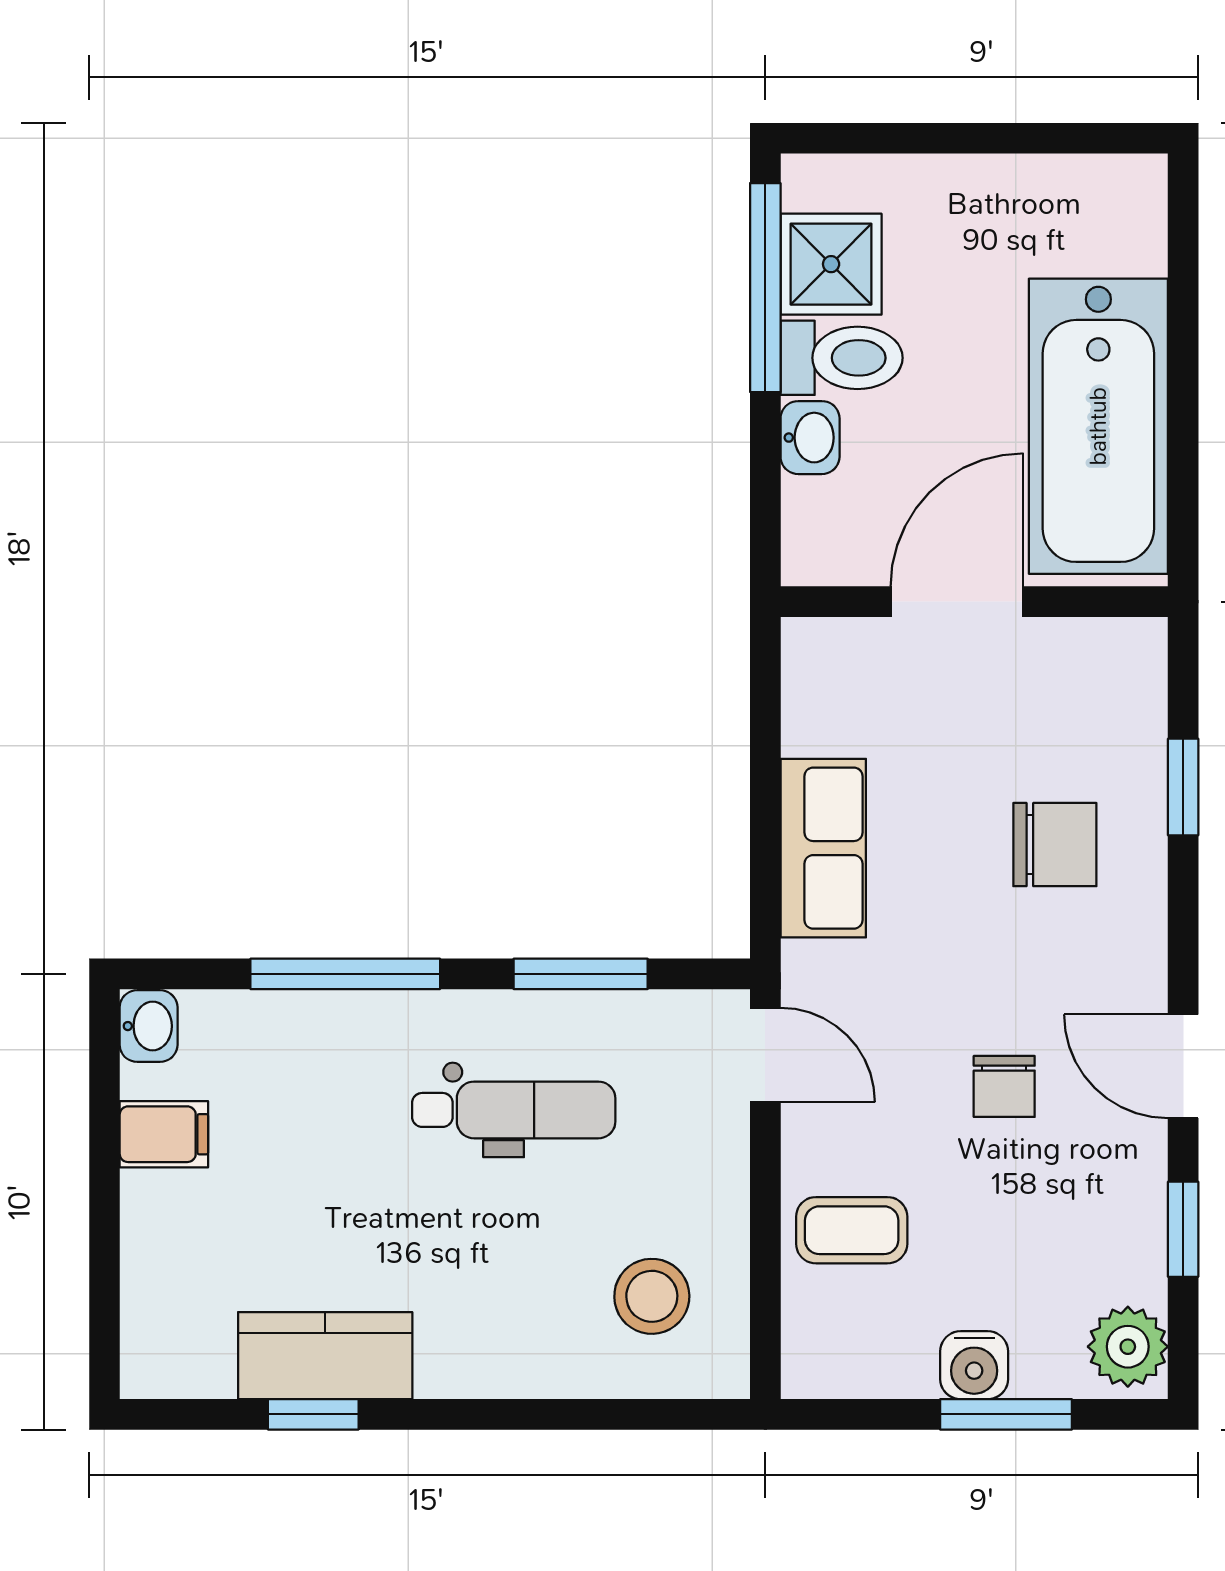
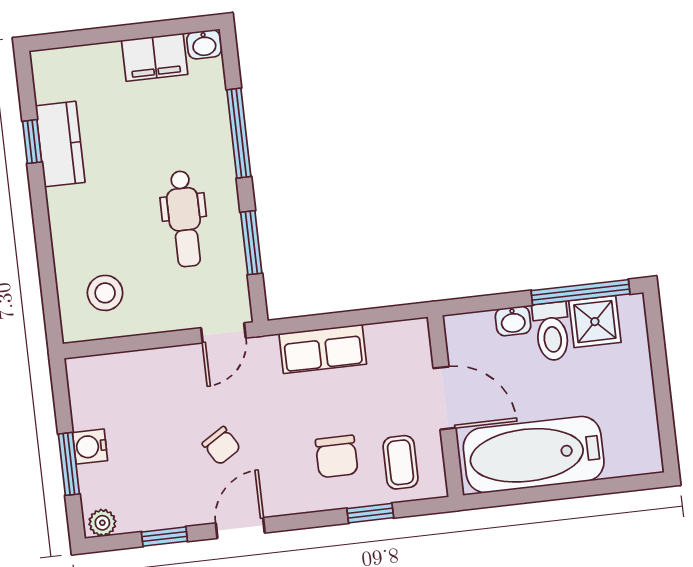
chair: (1004, 1086) -> (221, 446), turned -122
filing cabinet: (164, 1134) -> (155, 57), width x2.00
coffee table: (852, 1230) -> (400, 462), moved
plant: (1128, 1347) -> (102, 523), width x0.73, depth x0.73

